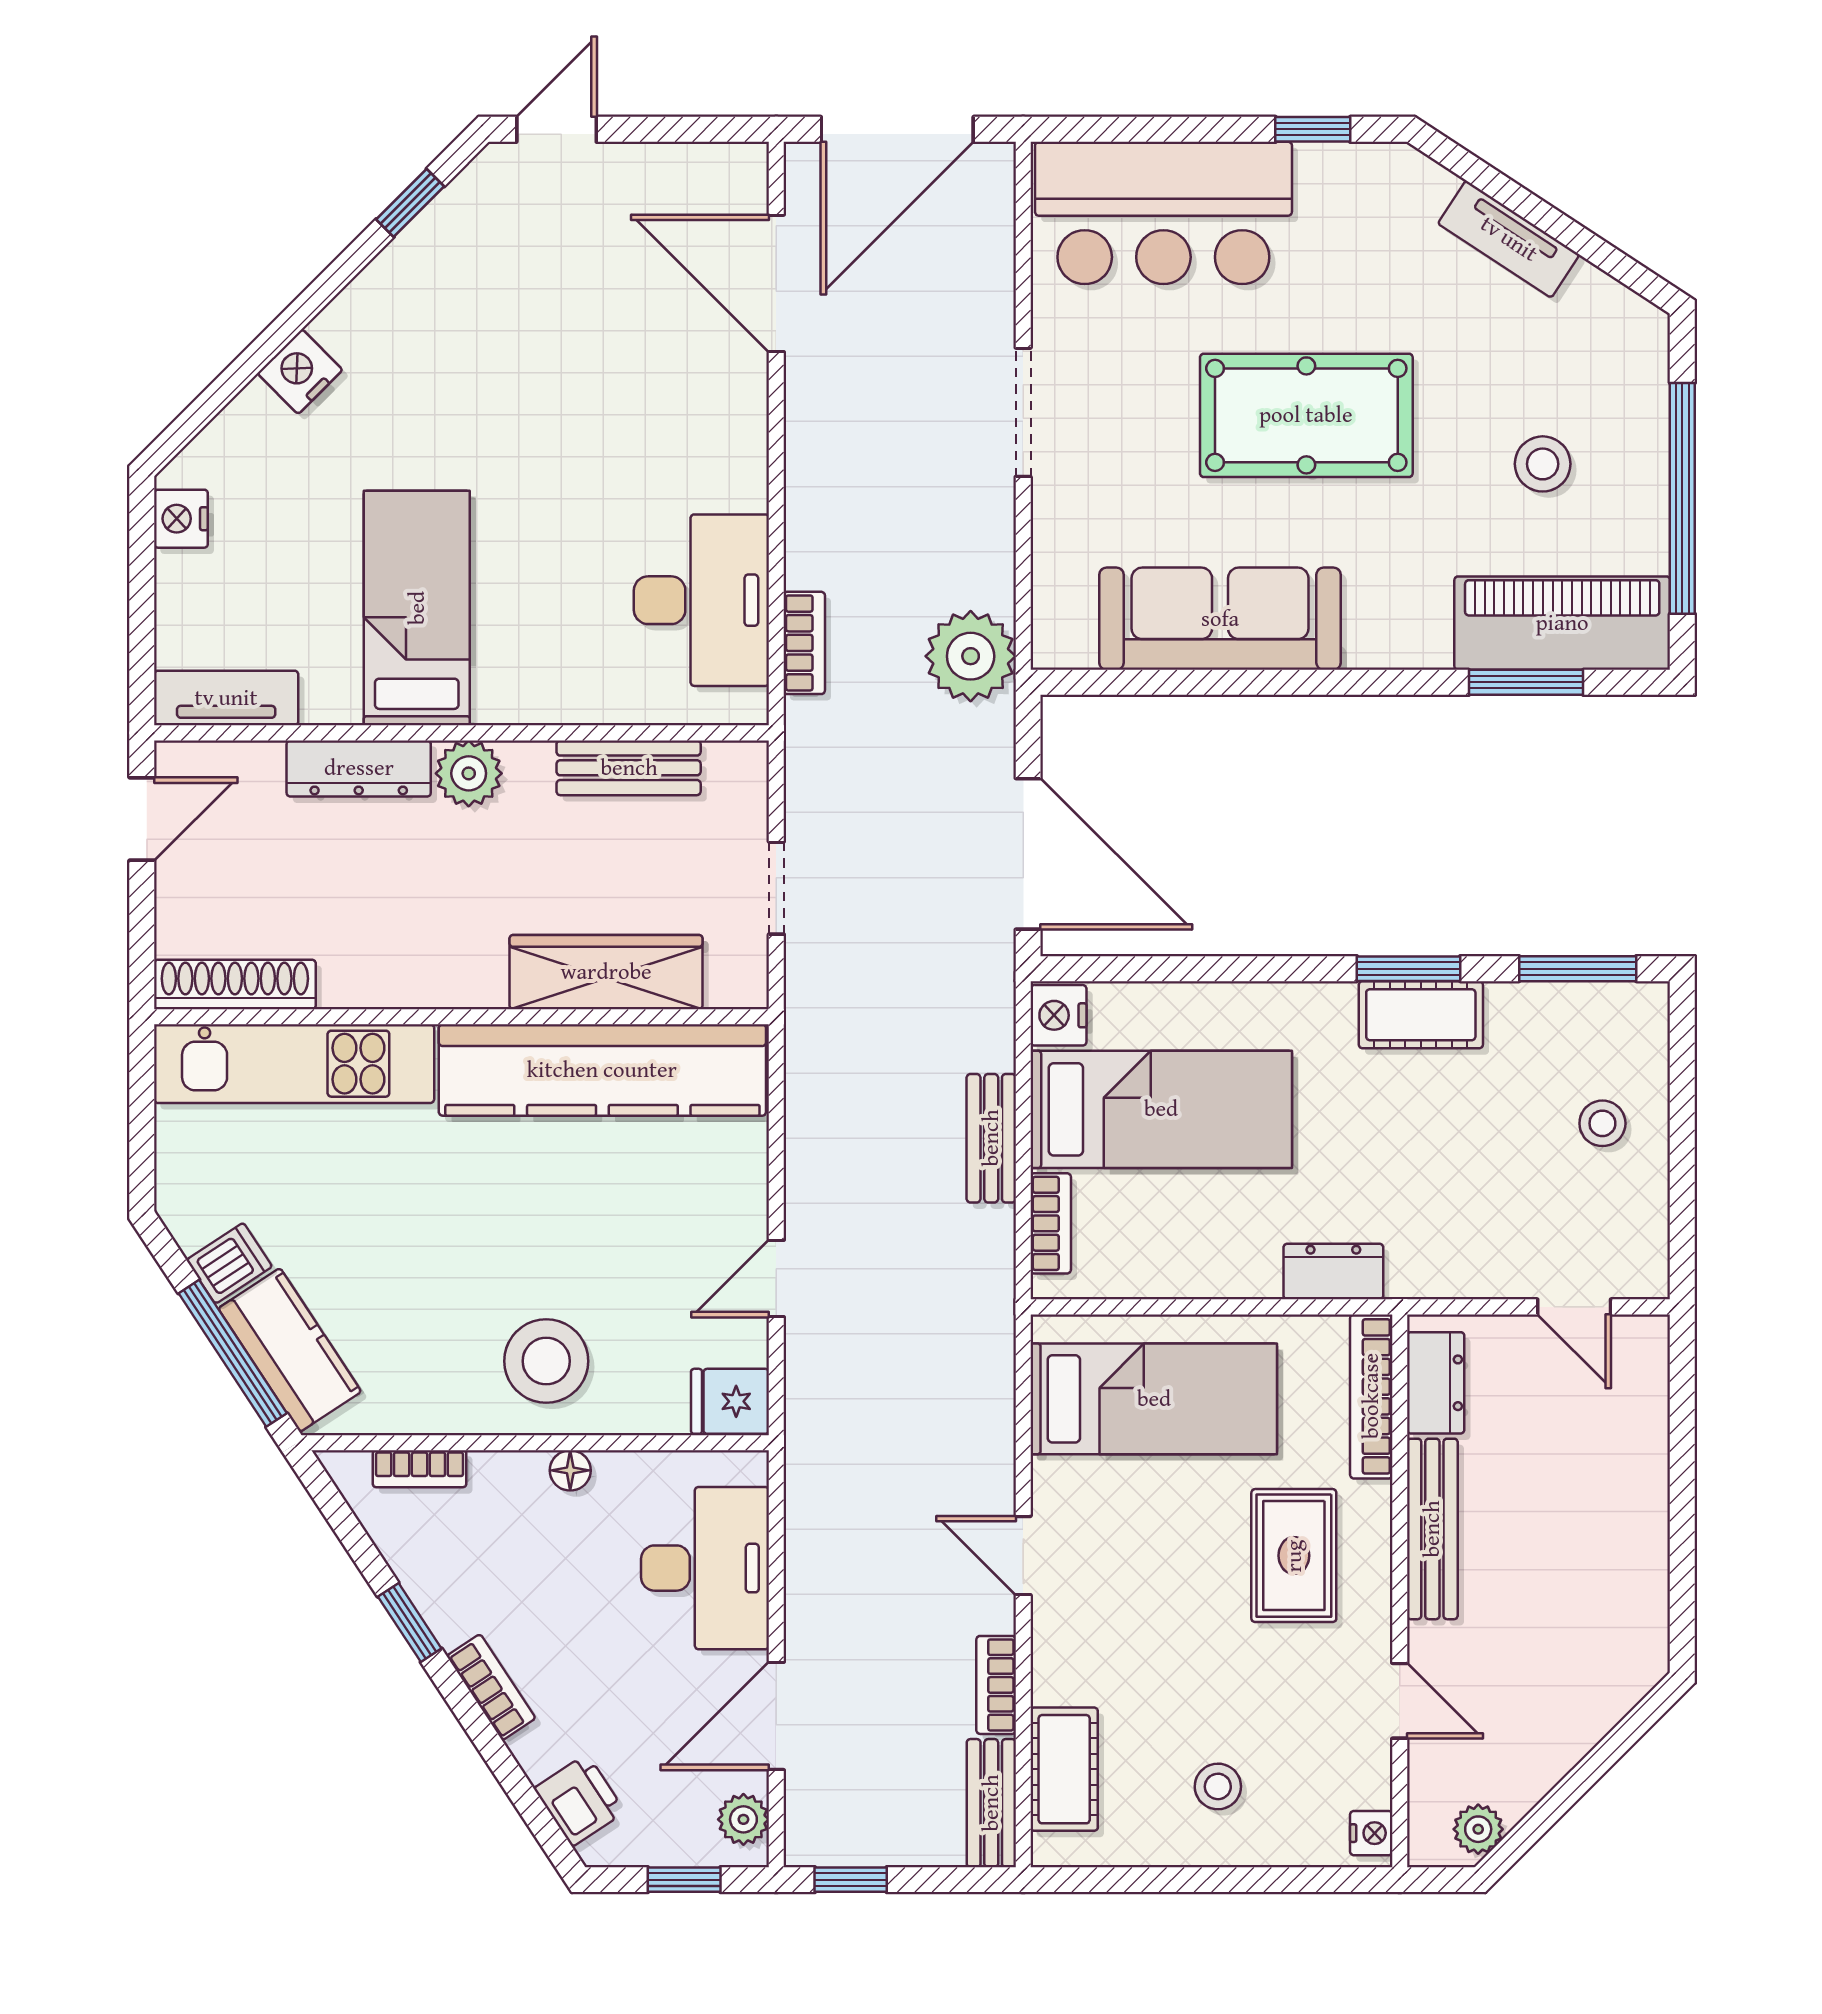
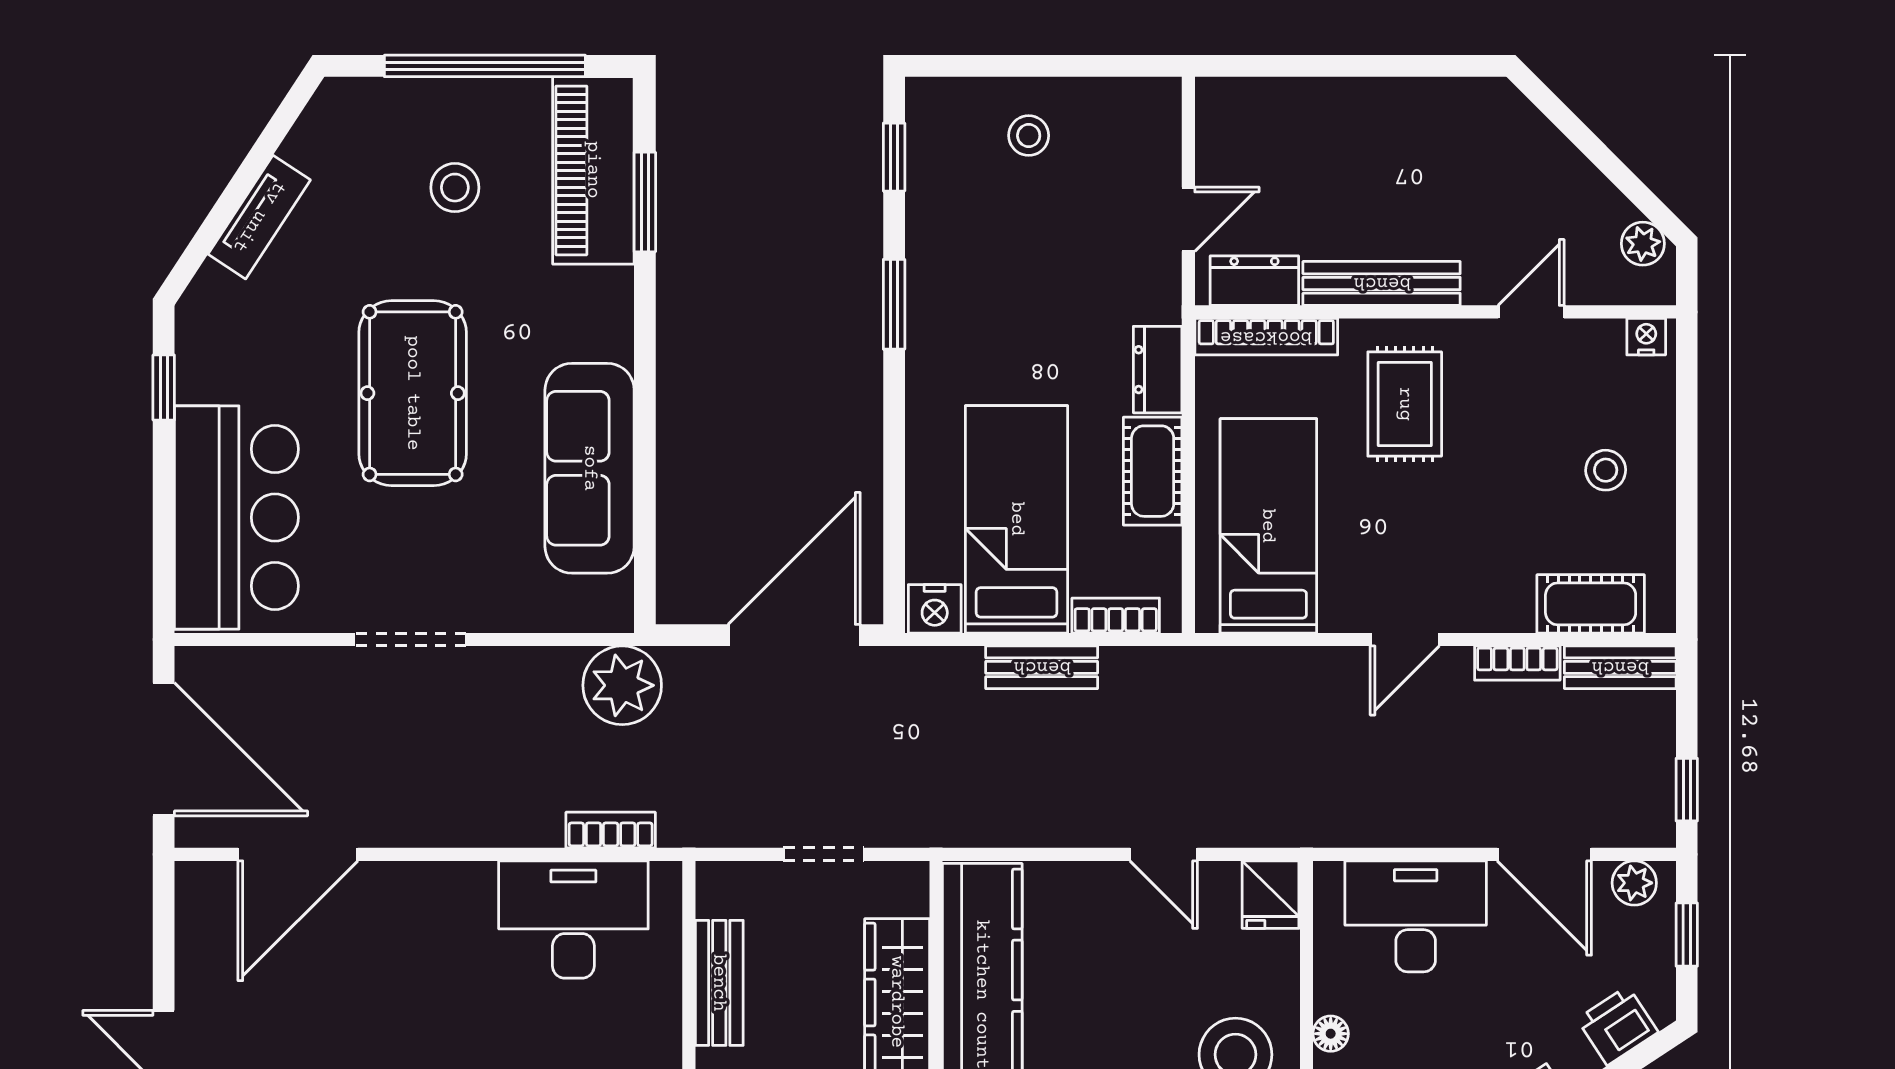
window: (1578, 969) -> (894, 157), width x0.67
cot: (1421, 1015) -> (1153, 471), moved
door: (1574, 1307) -> (1188, 219), moved
rug: (1294, 1556) -> (1405, 404), turned 90

